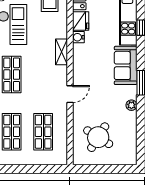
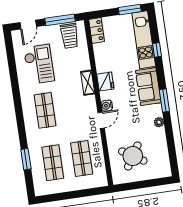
fridge: (81, 21) -> (105, 82), moved
water cooler: (78, 37) -> (107, 106), moved

